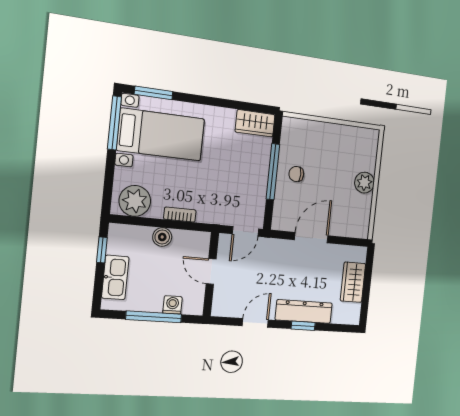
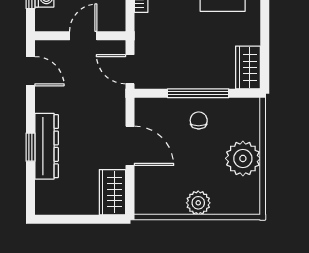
plant: (332, 139) -> (243, 158), added
wardrobe: (353, 282) -> (112, 192), moved, turned -90
door: (255, 323) -> (30, 71), moved

